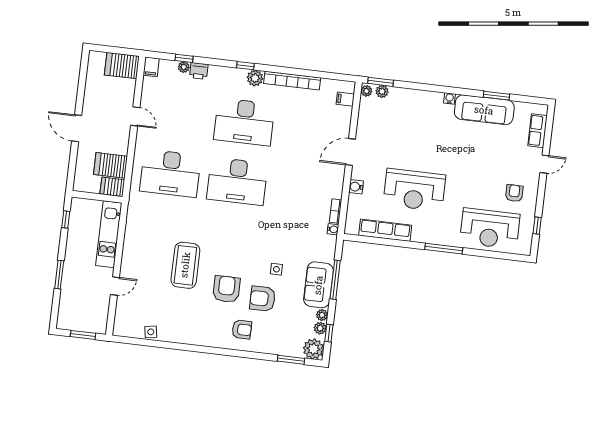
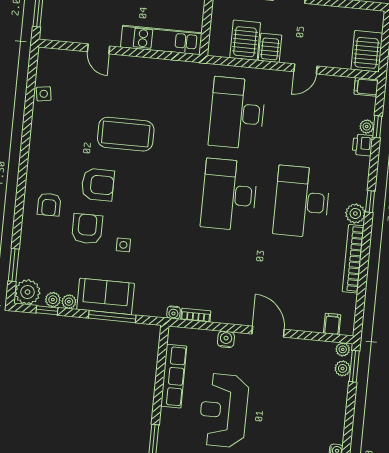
server rack: (112, 187) -> (270, 48), moved

